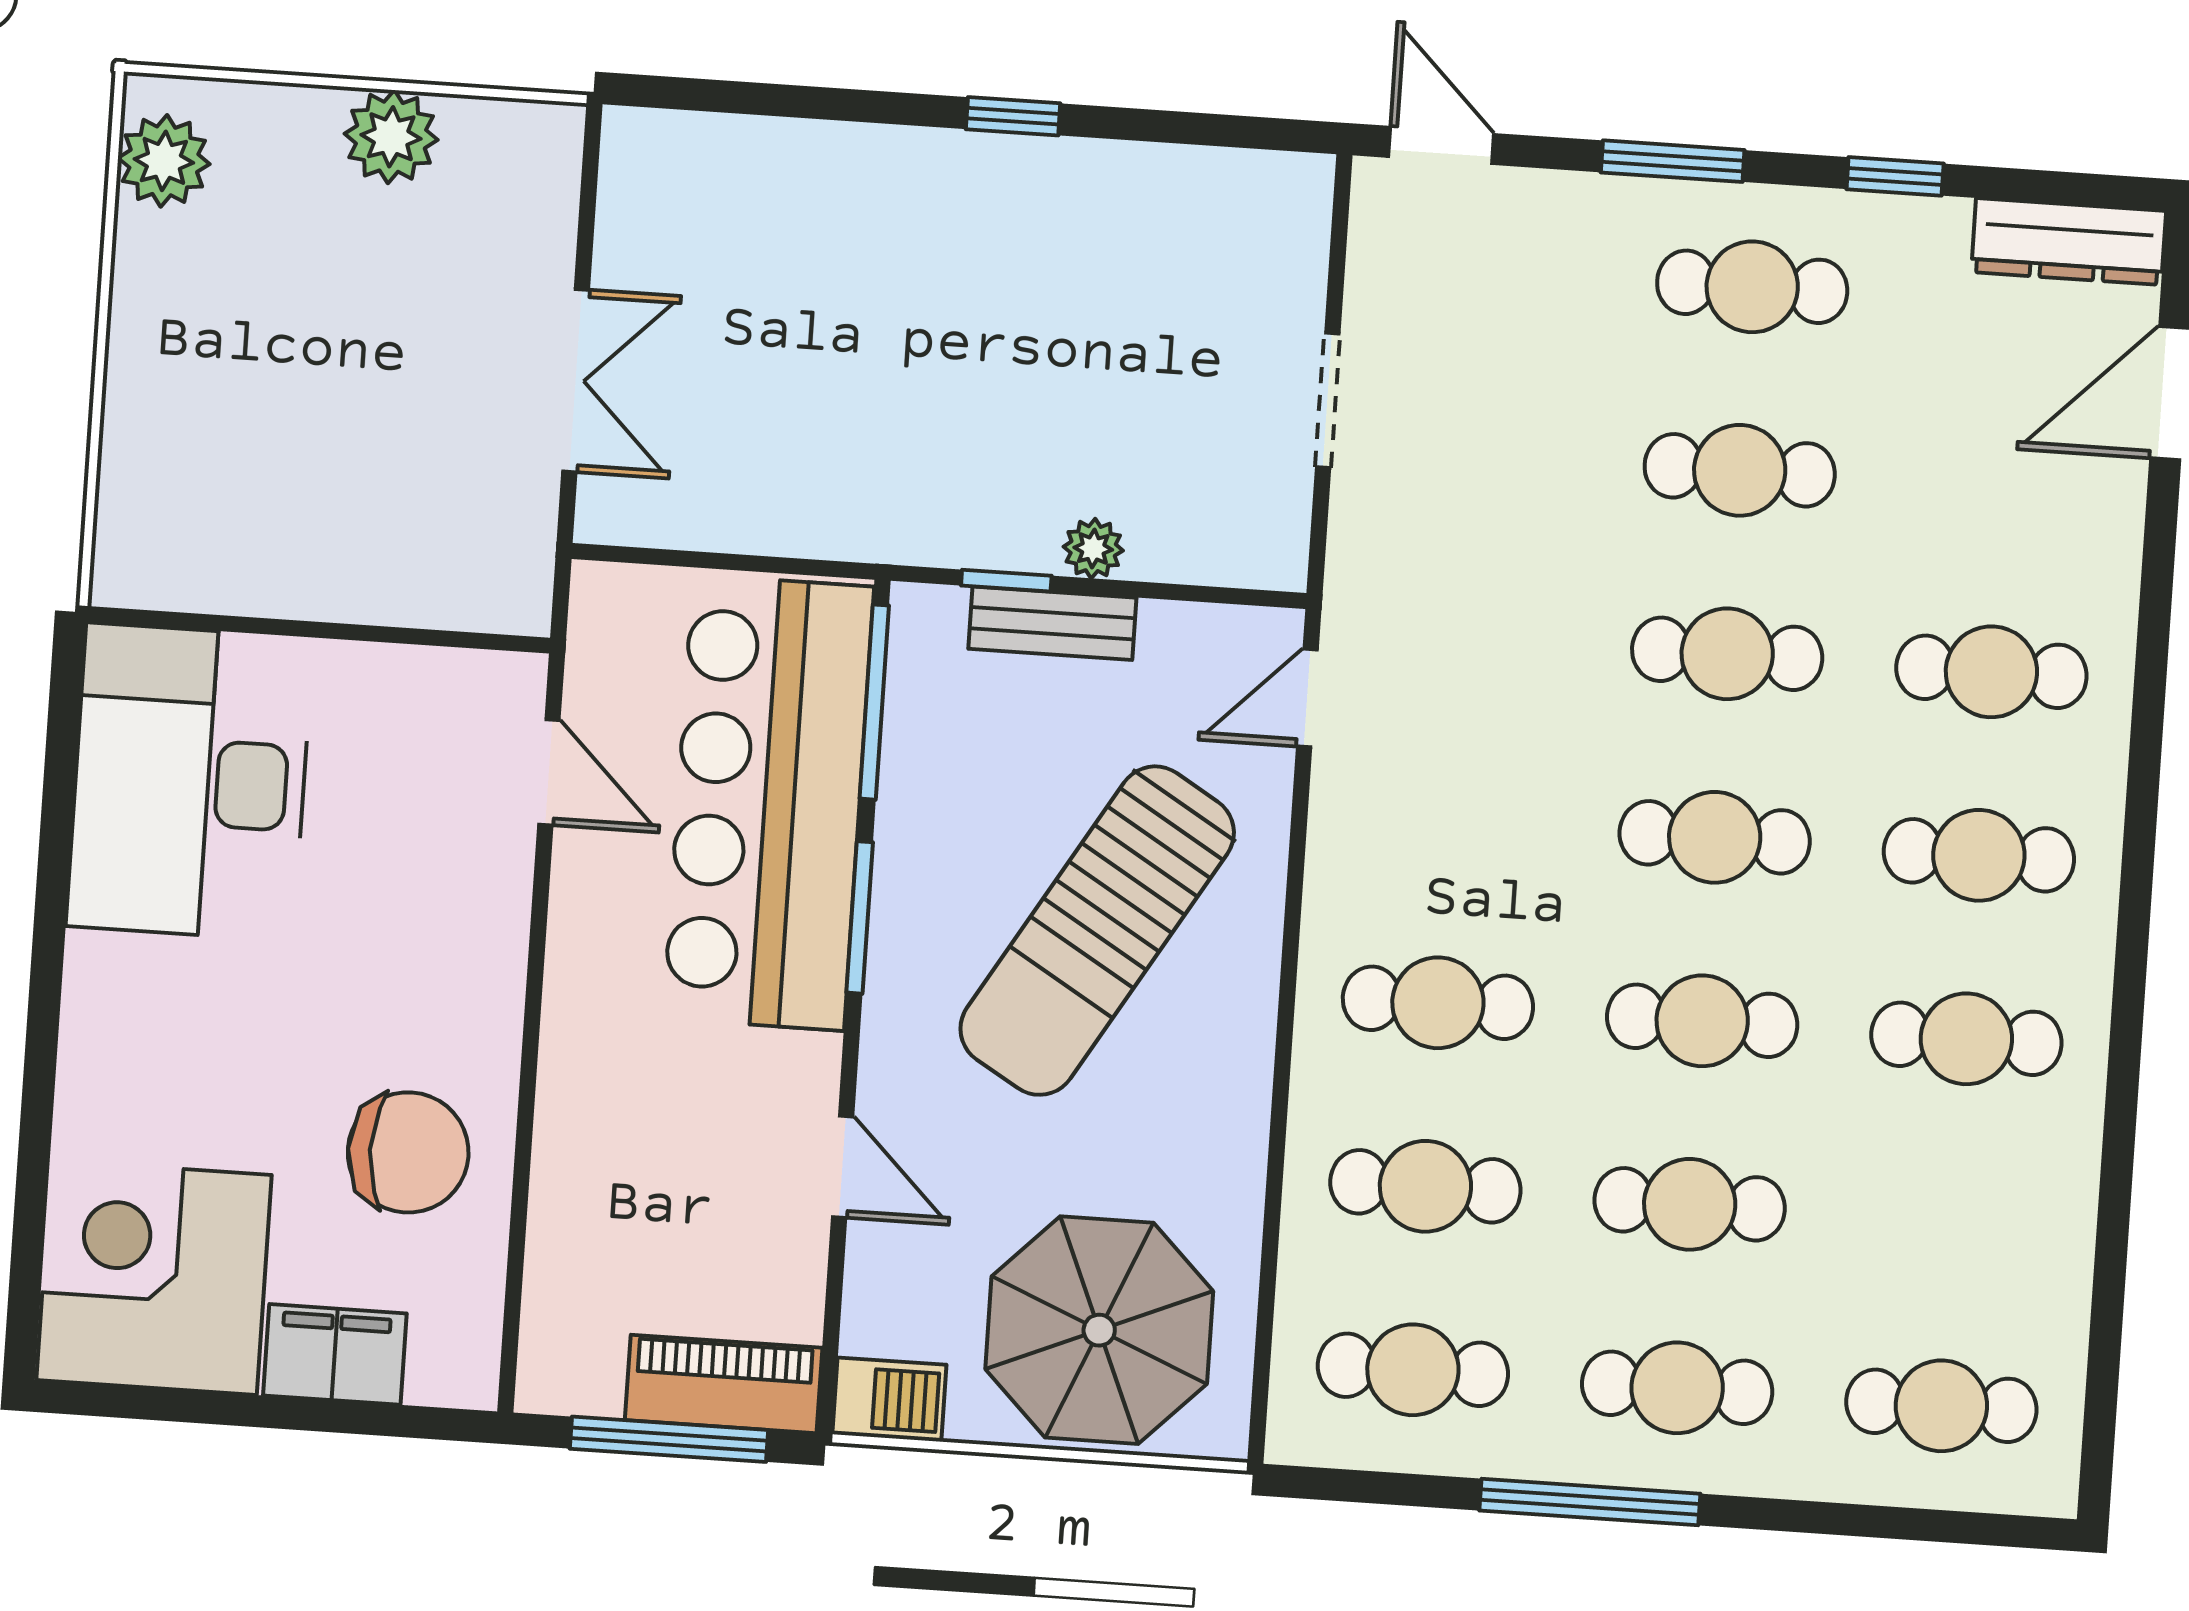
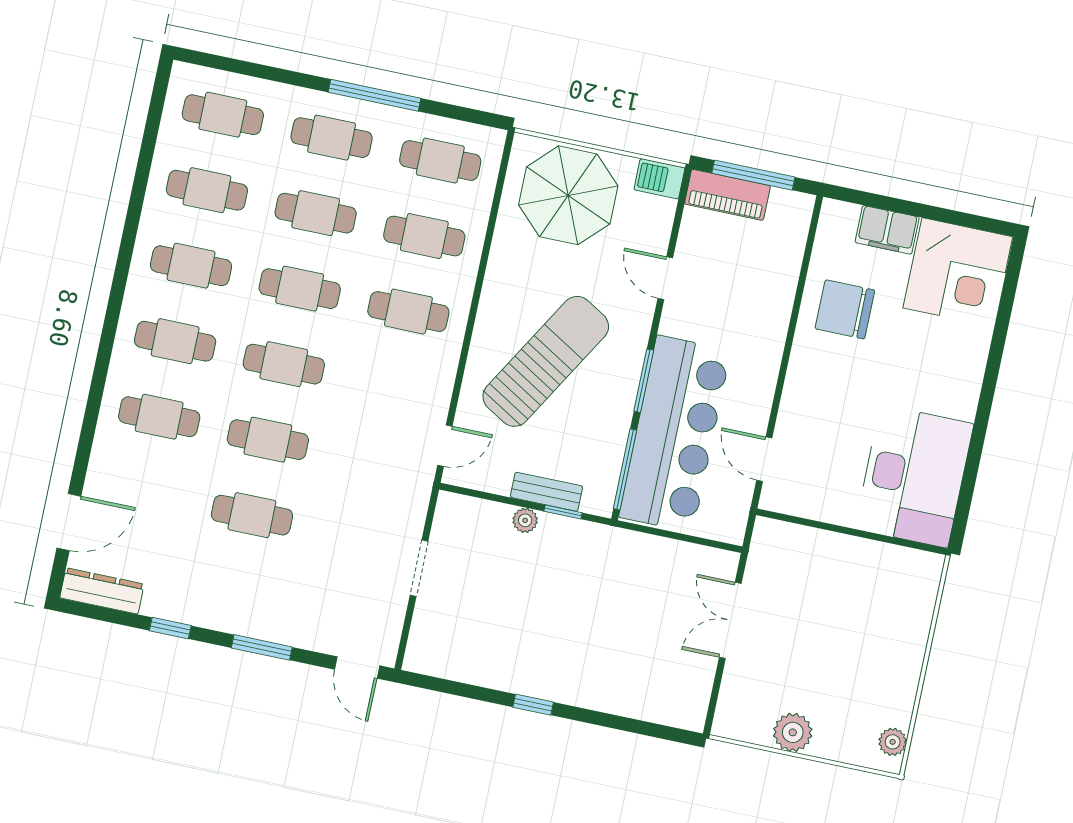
plant: (164, 161) -> (893, 742), width x0.73, depth x0.73
cafe table: (1752, 287) -> (207, 190), moved

